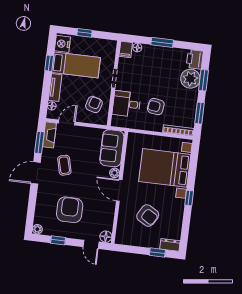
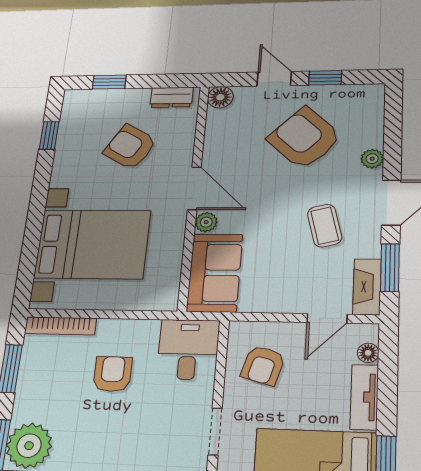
desk: (126, 104) -> (188, 349), moved, turned -90
armchair: (156, 107) -> (113, 374), turned -98
window: (189, 198) -> (49, 135), moved
armchair: (70, 210) -> (304, 138), turned 134
plant: (37, 229) -> (372, 159), moved
door: (91, 244) -> (274, 79), moved
dresser: (170, 245) -> (172, 97), moved

